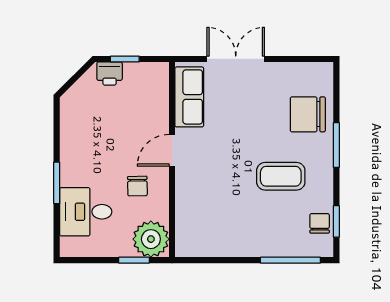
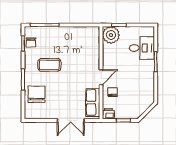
printer: (110, 73) -> (108, 114), moved
chair: (308, 114) -> (37, 94), turned -90
chair: (137, 186) -> (112, 92), moved

